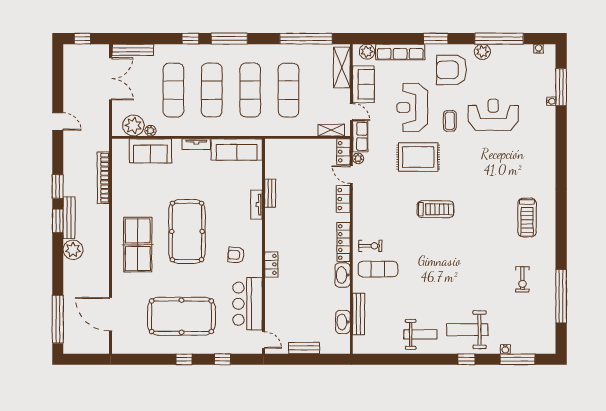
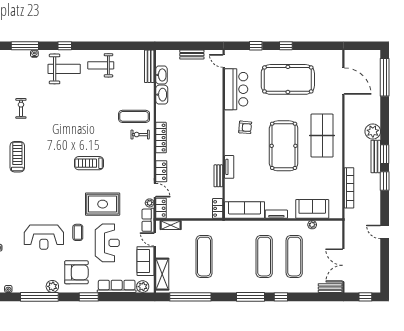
bench: (133, 50) -> (330, 288), width x0.73
exercise mat: (250, 90) -> (234, 257), removed
plant: (133, 125) -> (325, 229), removed
locker: (271, 264) -> (218, 208), moved
washbasin: (343, 275) -> (162, 95), moved
bench: (359, 314) -> (149, 66), moved

